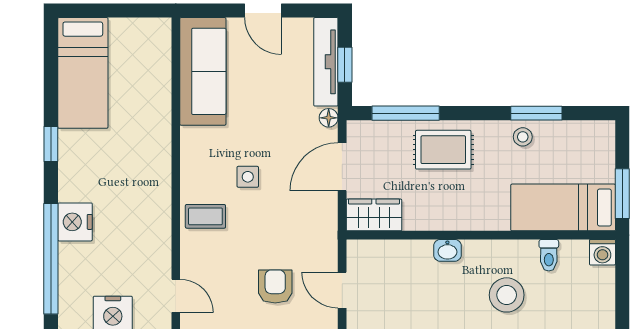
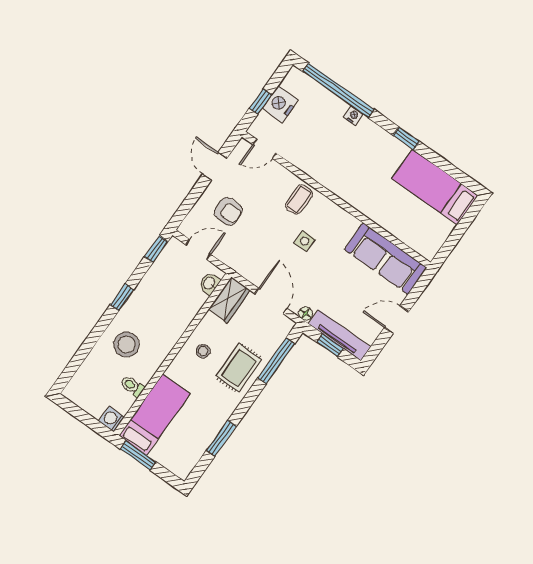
stool: (523, 137) -> (203, 351), moved
nightstand: (75, 222) -> (353, 116), width x0.53, depth x0.56
washbasin: (447, 250) -> (209, 283), moved

